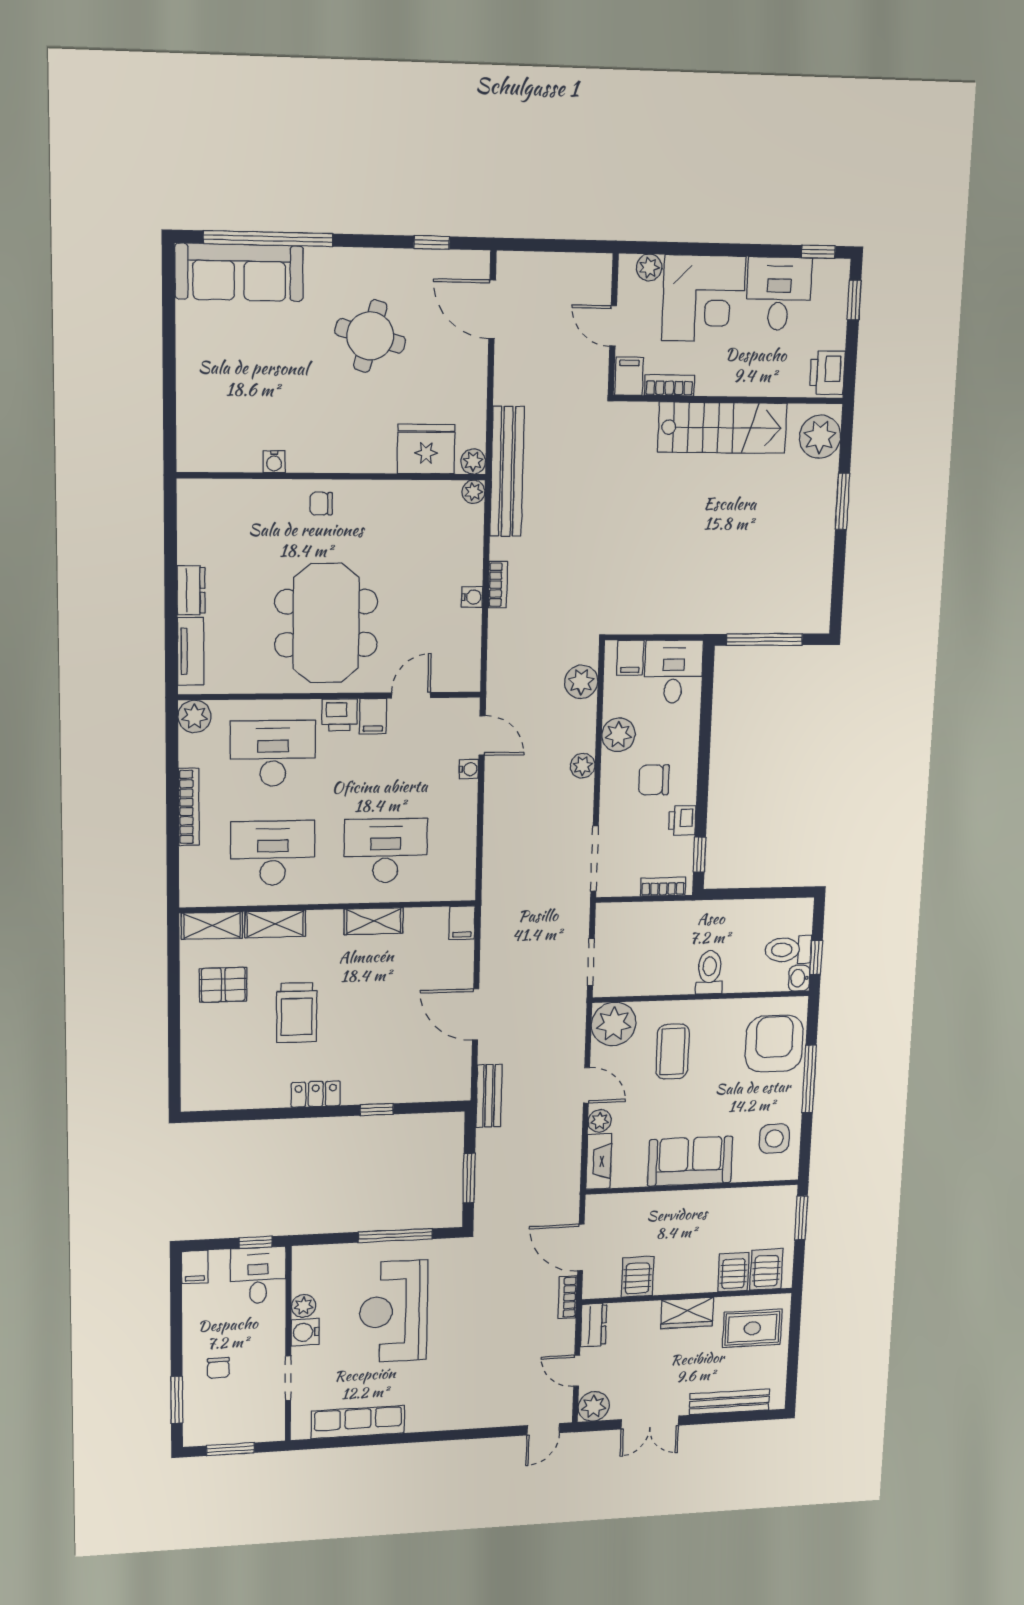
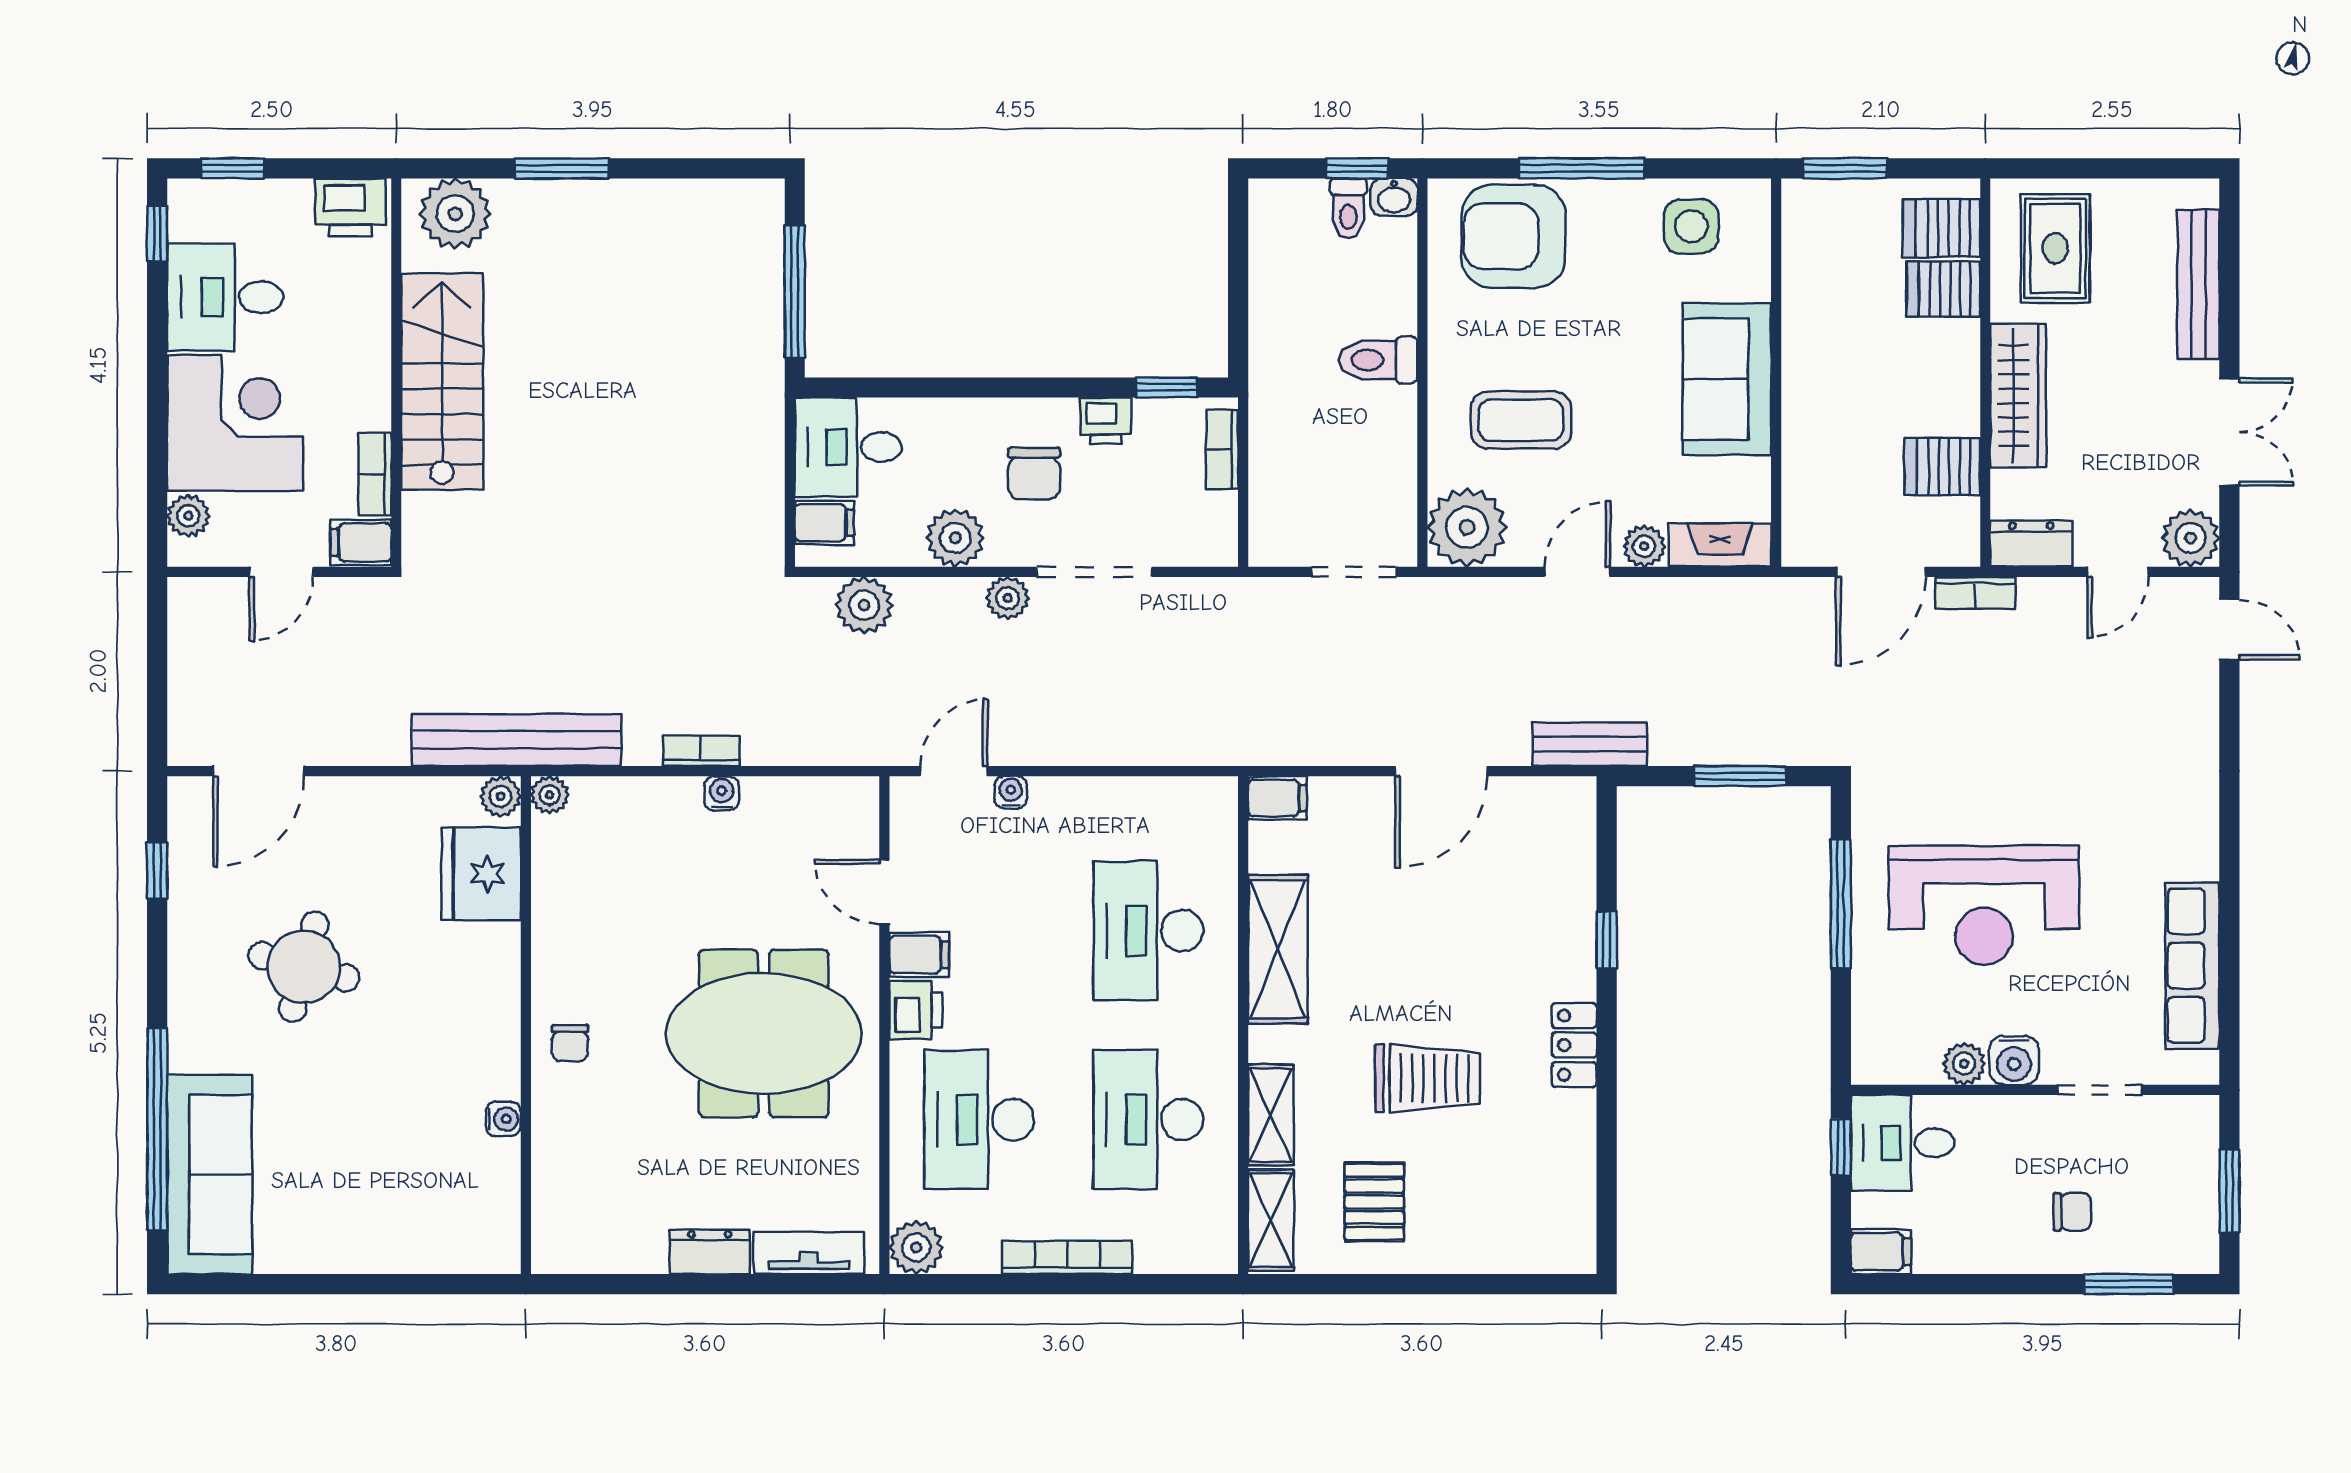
doorway: (594, 858) -> (1094, 572), moved
shelving: (374, 921) -> (1278, 949), width x1.50, depth x1.33
toilet: (788, 950) -> (1348, 208), width x0.73, depth x0.72
wardrobe: (687, 1313) -> (2018, 396), width x1.50

